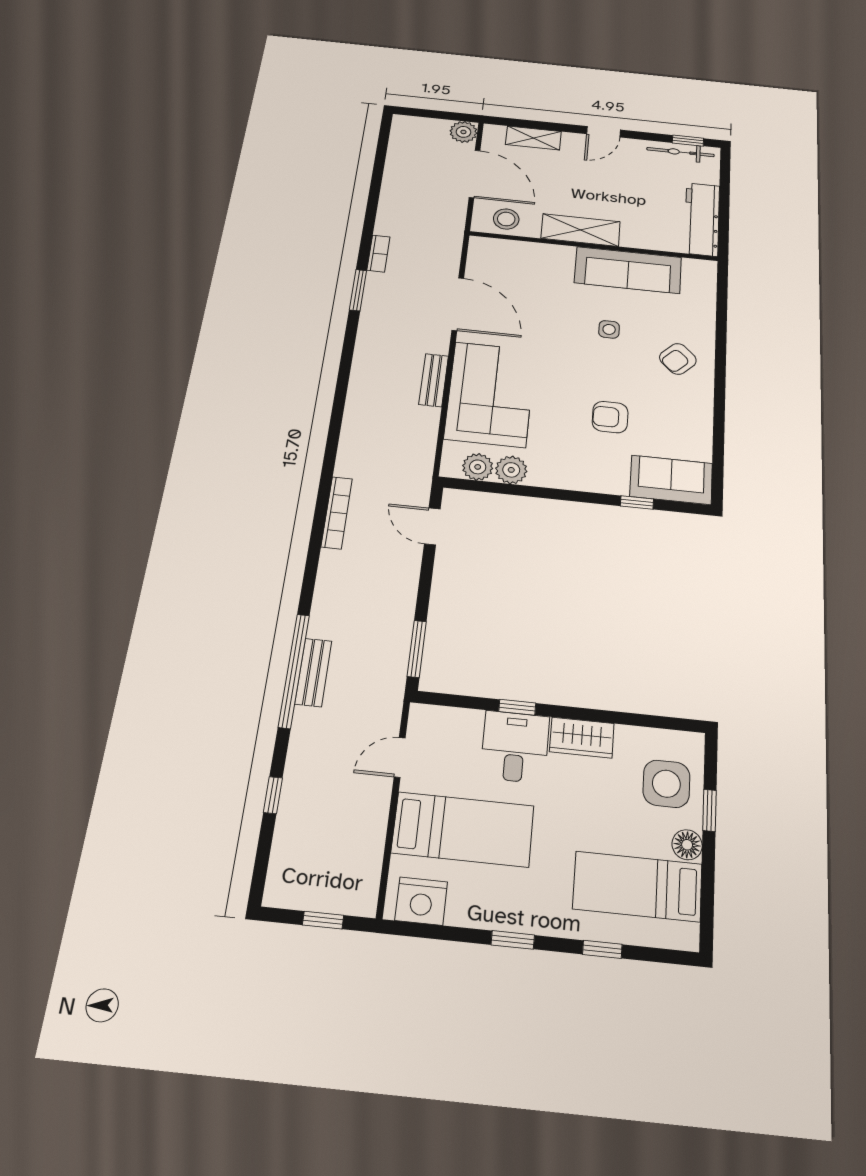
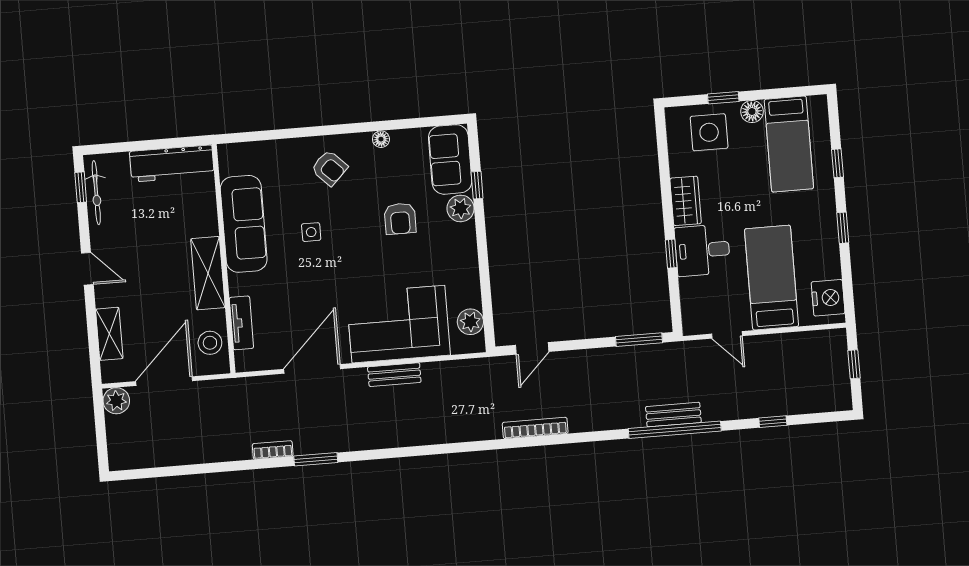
tv unit: (522, 250) -> (241, 323), added
floor lamp: (704, 414) -> (381, 139), added
plant: (511, 470) -> (461, 208), moved

